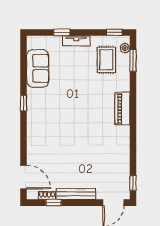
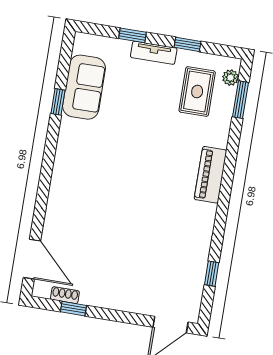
window: (114, 32) -> (187, 44), moved
window: (24, 103) -> (58, 102), moved
window: (133, 183) -> (212, 274), moved
bench: (76, 194) -> (112, 301), removed

